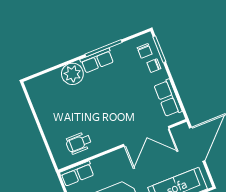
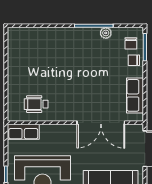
row of seats: (97, 61) -> (83, 35), removed
plant: (72, 74) -> (106, 33), moved, width x0.53, depth x0.53

